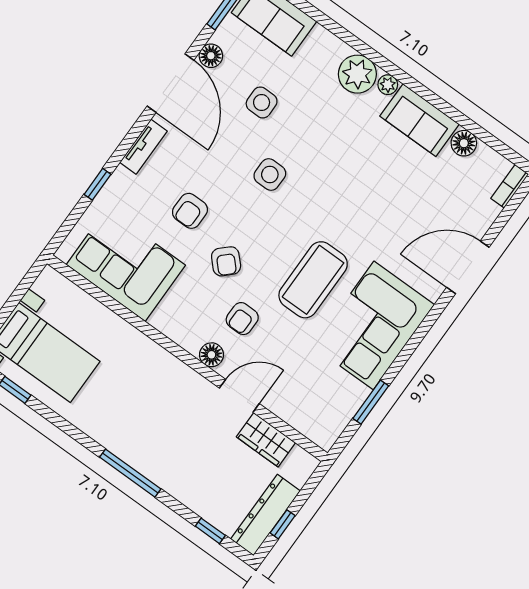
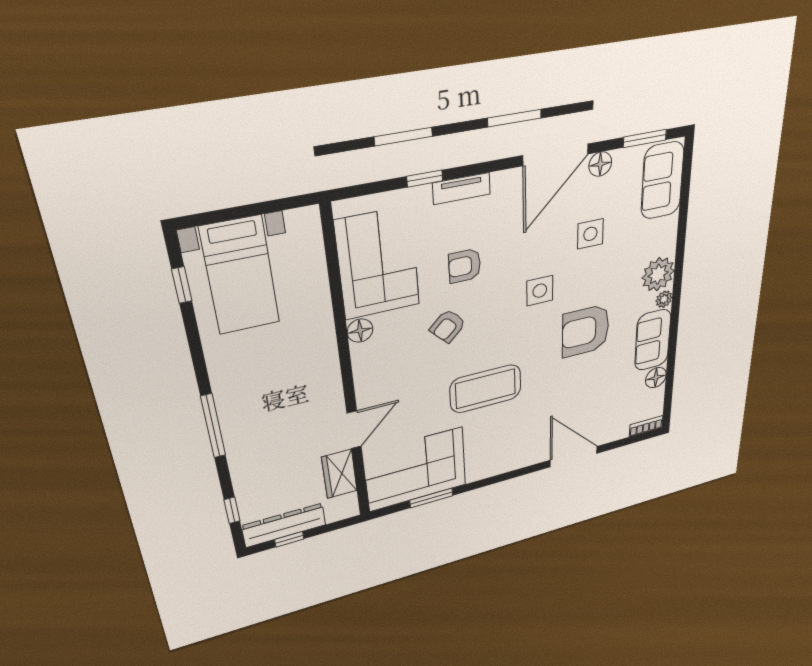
tv unit: (143, 147) -> (462, 189), moved
armchair: (242, 319) -> (586, 331), moved, width x1.88, depth x1.88
corner sofa: (374, 325) -> (416, 469), moved
floor lamp: (211, 355) -> (360, 331), moved
door: (239, 396) -> (354, 430), hinge flipped

